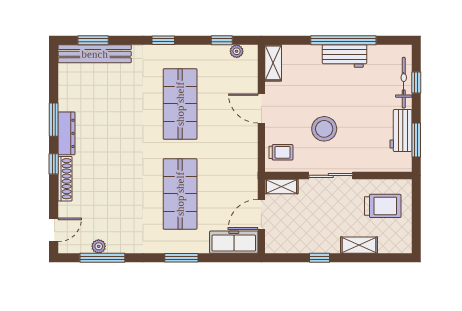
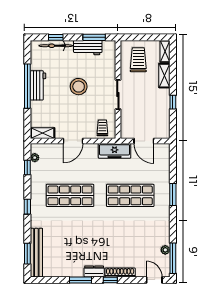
stool: (324, 129) -> (79, 87), moved
dresser: (66, 133) -> (94, 271), width x0.70
shelving: (281, 186) -> (165, 51), moved
freezer: (234, 242) -> (115, 151), moved, turned -90
window: (102, 258) -> (173, 258), moved

